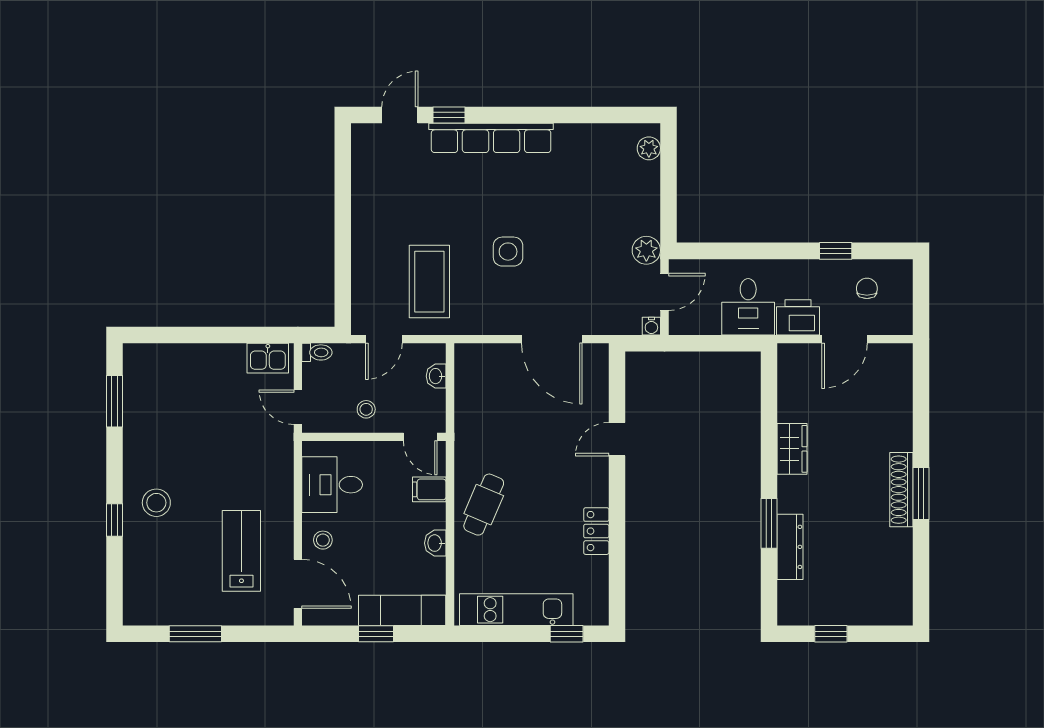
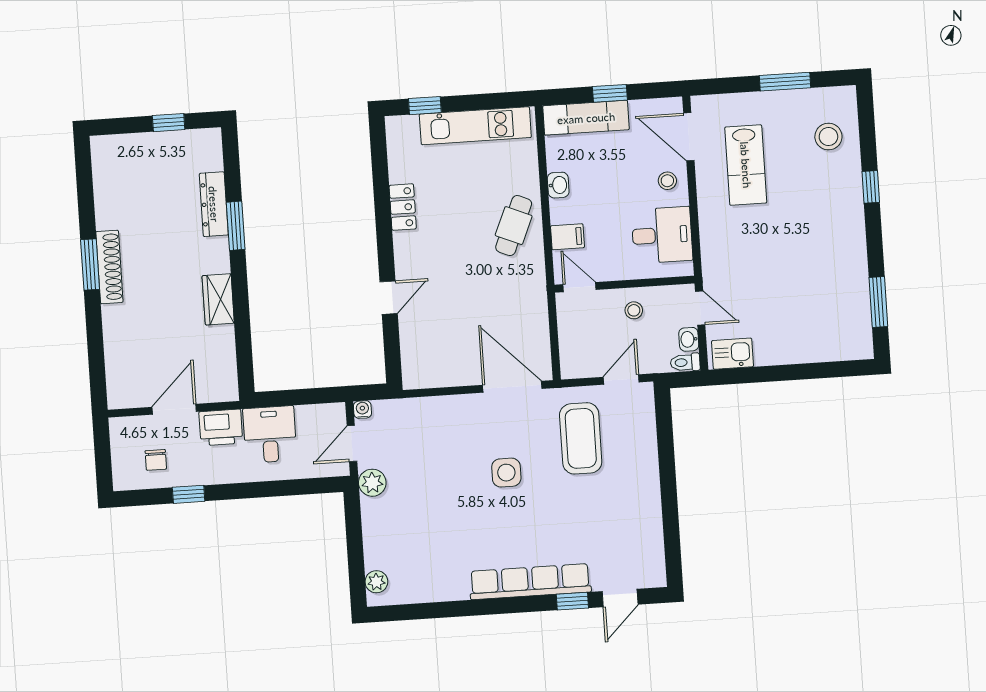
door: (552, 339) -> (512, 387), moved
washbasin: (436, 376) -> (689, 339), moved, turned 180
stool: (156, 503) -> (828, 137), moved

